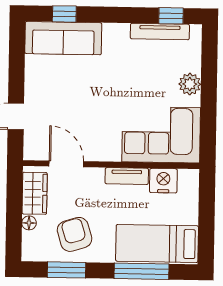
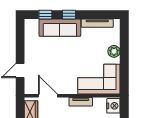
window: (171, 16) -> (69, 15), moved
sofa: (63, 38) -> (60, 28), moved
nightstand: (163, 181) -> (113, 106), moved, turned 90

